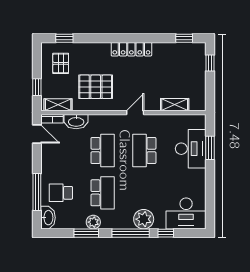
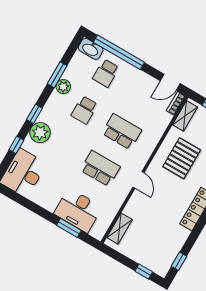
shelving: (175, 105) -> (120, 229), moved
washbasin: (76, 122) -> (161, 123), removed
school desk: (103, 151) -> (122, 132), turned 180
window: (37, 192) -> (119, 52), width x1.46
school desk: (61, 193) -> (106, 73), turned 180
school desk: (103, 193) -> (84, 110), width x0.54
window: (131, 233) -> (34, 114), width x0.46

